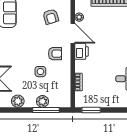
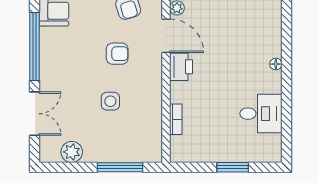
armchair: (55, 54) -> (117, 54), moved
plant: (42, 101) -> (114, 152), removed
window: (91, 110) -> (233, 167), moved

